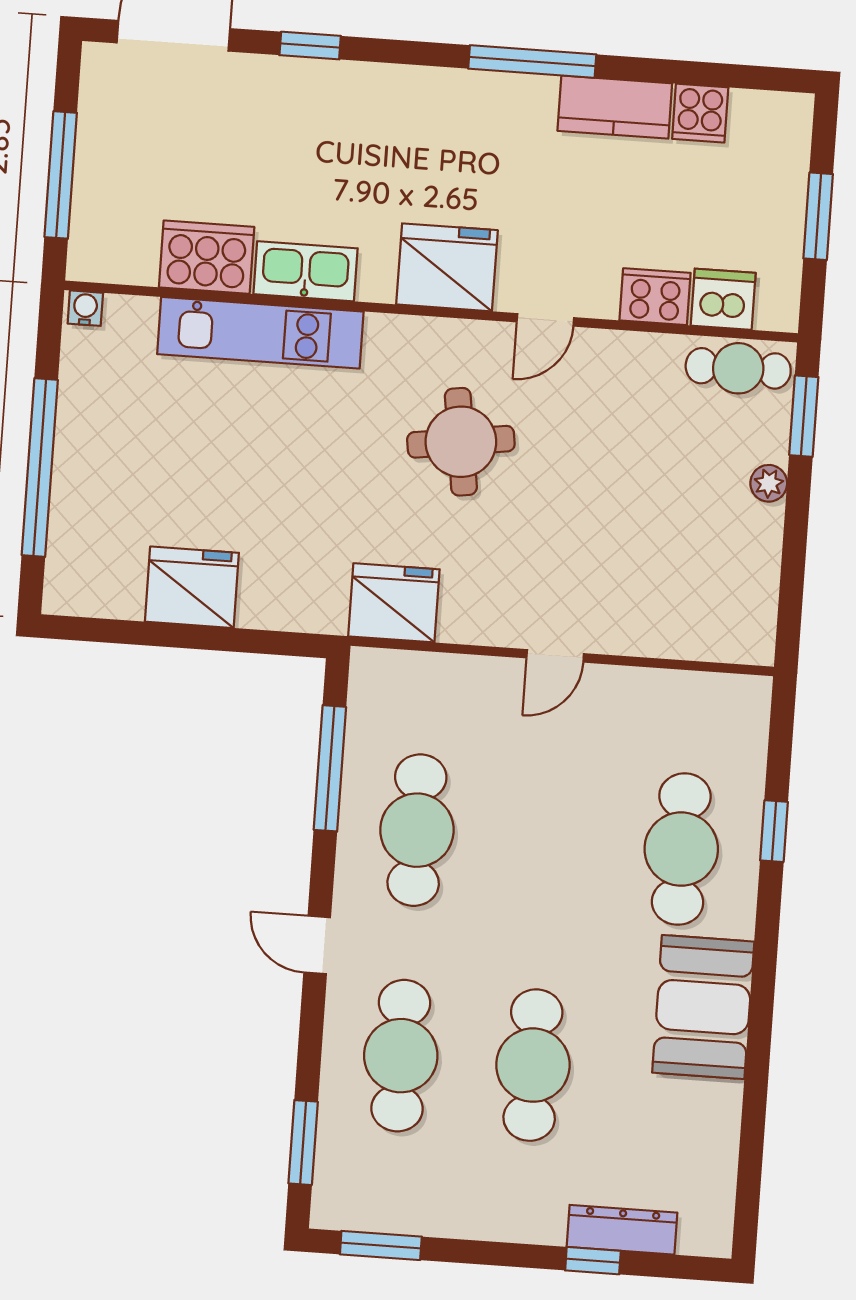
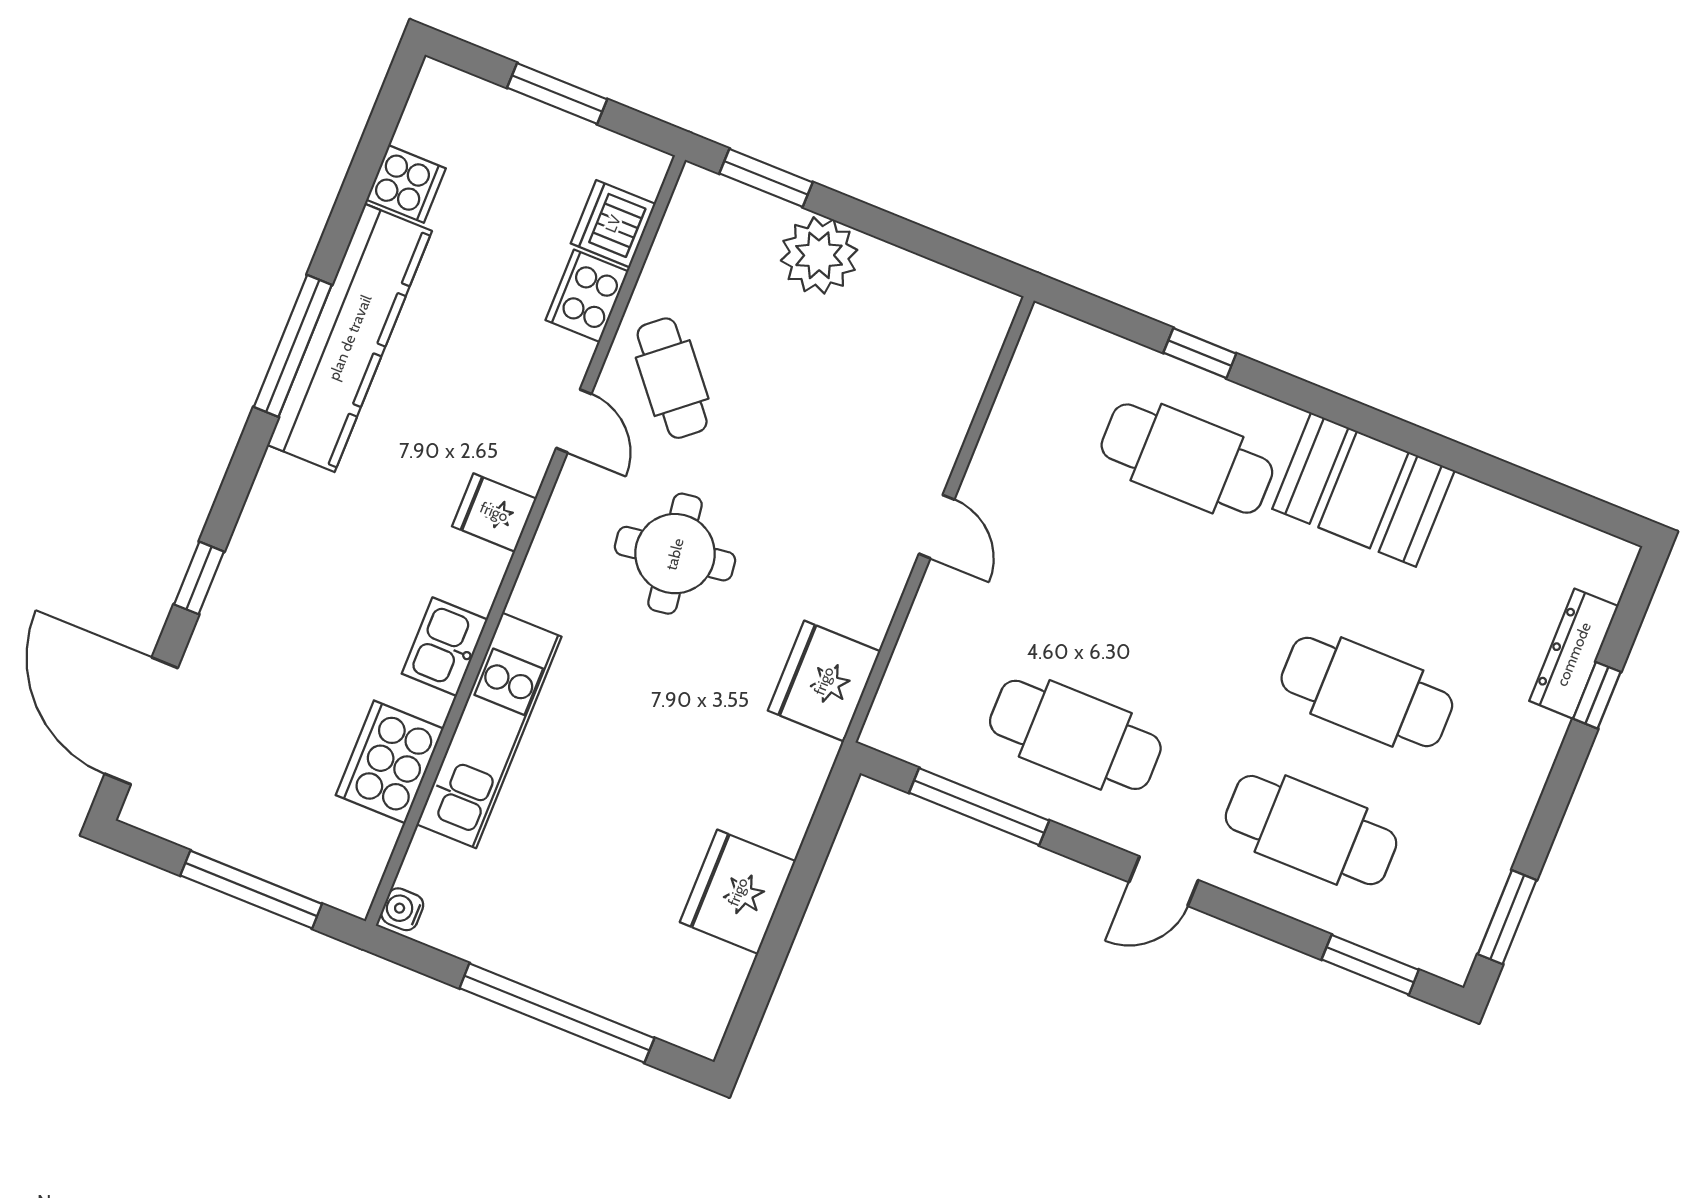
kitchen counter: (615, 107) -> (350, 338), width x2.08, depth x1.17
fridge: (447, 267) -> (494, 512), width x0.53, depth x0.75
kitchen sink: (305, 271) -> (445, 647), width x0.73
cafe table: (738, 368) -> (672, 378), moved, turned -40
plant: (769, 483) -> (819, 255), width x1.87, depth x1.87

